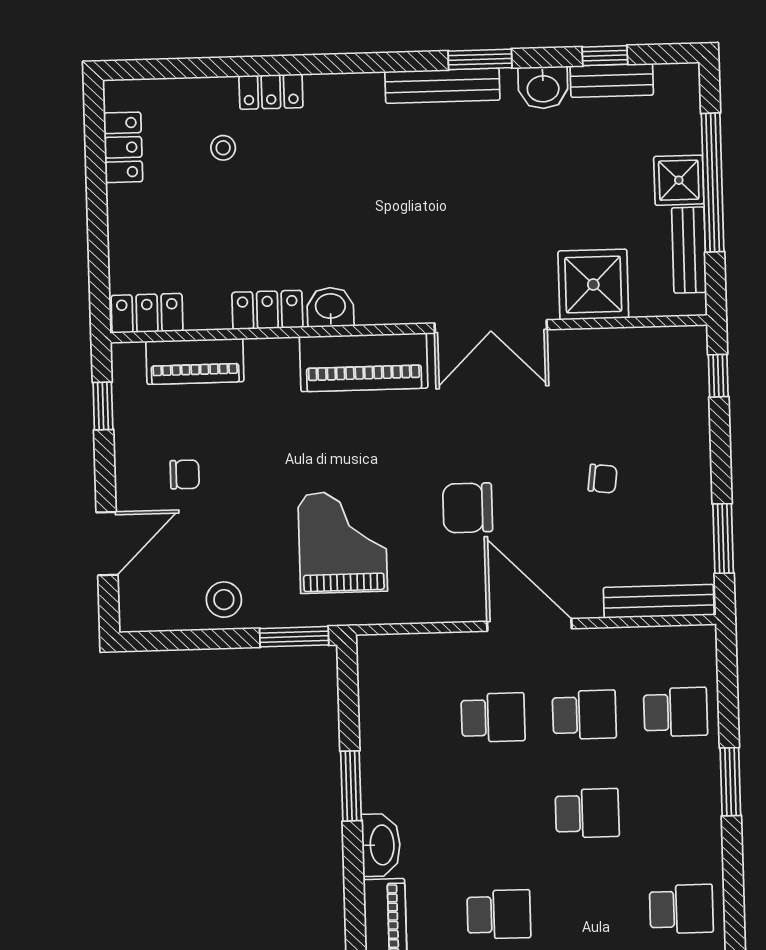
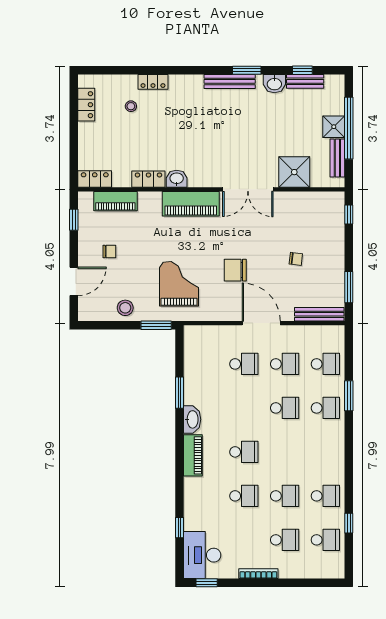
school desk: (681, 909) -> (325, 408), moved

